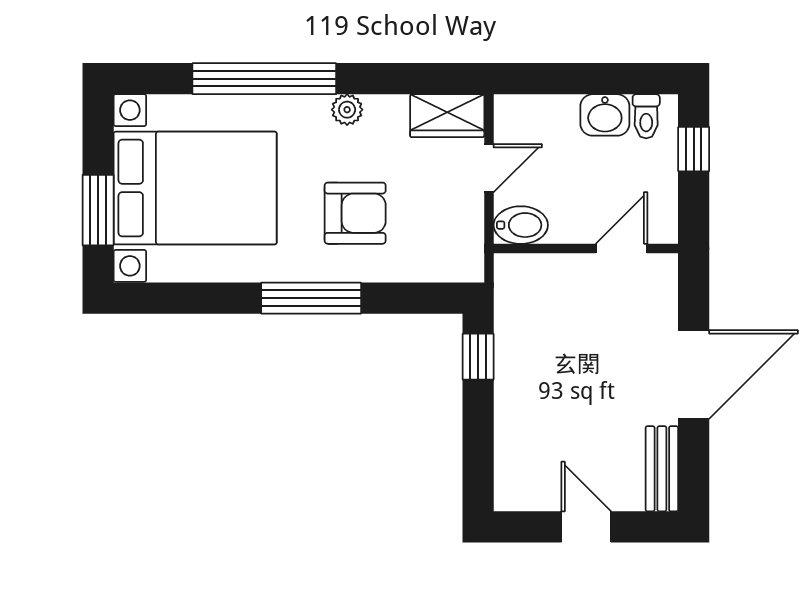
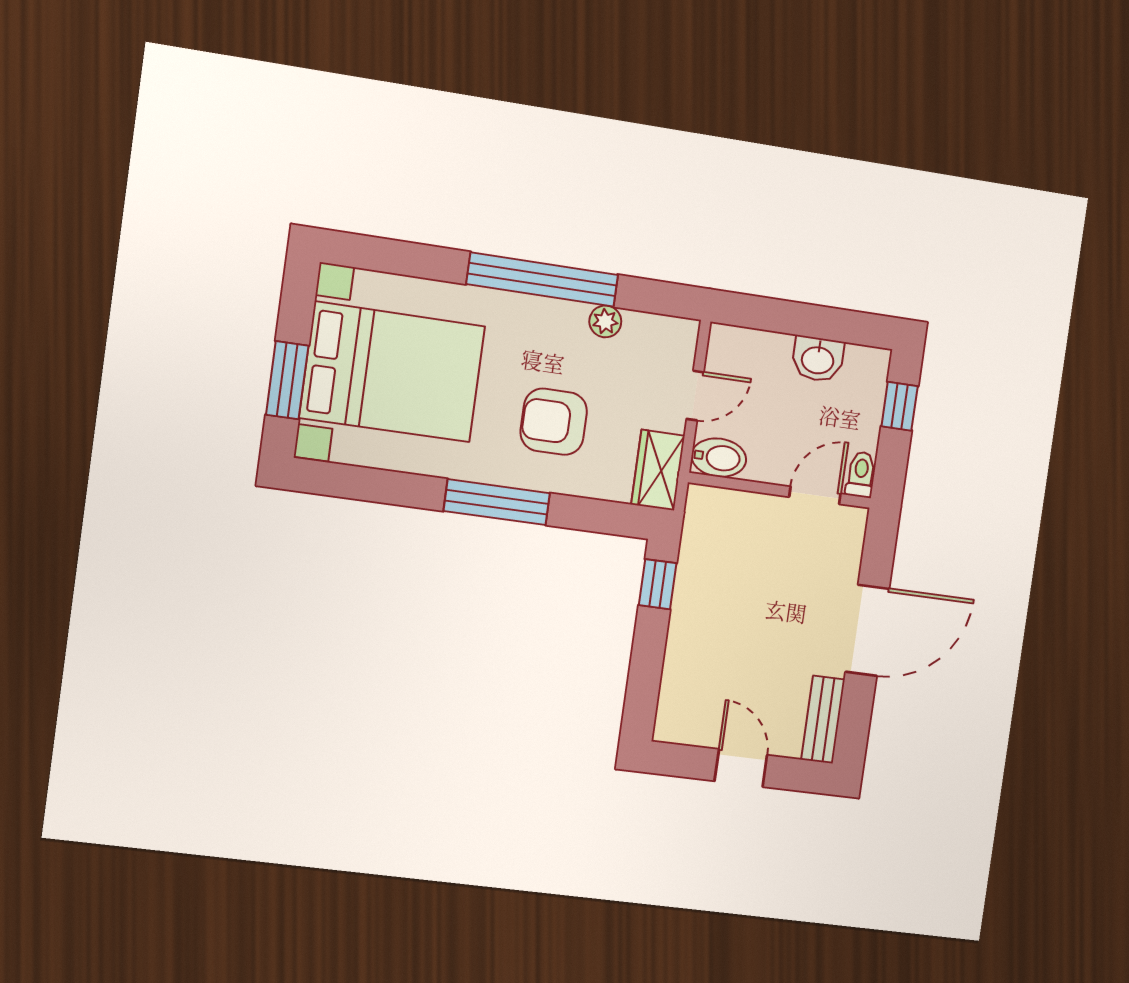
window: (264, 79) -> (542, 279), moved
plant: (347, 110) -> (605, 321), moved
wardrobe: (447, 116) -> (658, 470), moved, turned 90
toilet: (646, 116) -> (861, 475), moved, turned 180
armchair: (355, 213) -> (554, 422), turned 180

